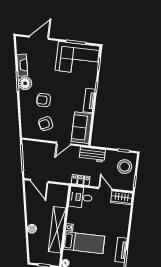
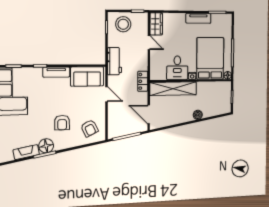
armchair: (46, 124) -> (89, 128), moved
locker: (81, 180) -> (143, 81), moved
door: (39, 181) -> (149, 114), swing flipped
door: (105, 189) -> (149, 43), swing flipped
desk: (81, 197) -> (177, 68), moved
shelving: (57, 230) -> (173, 89), moved
bed: (84, 243) -> (210, 58), width x1.50
tv unit: (121, 250) -> (198, 18), moved

